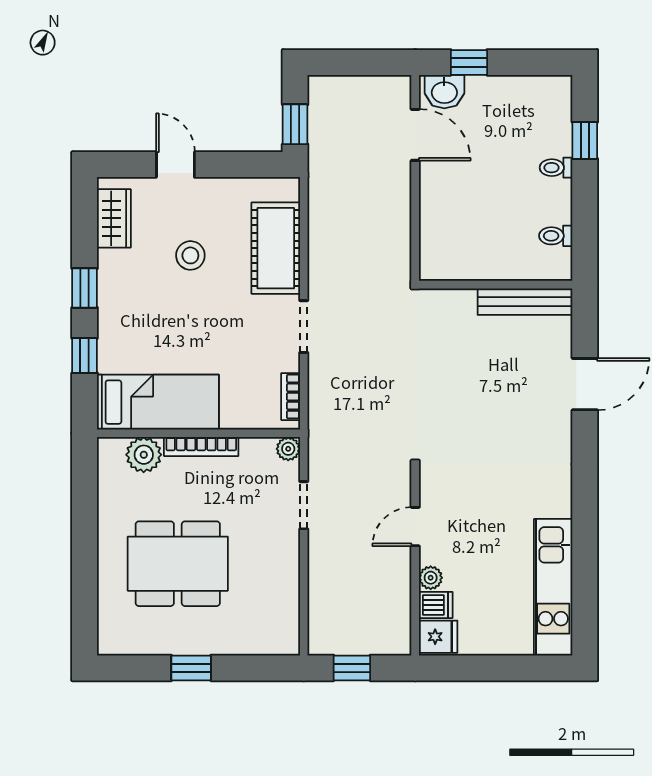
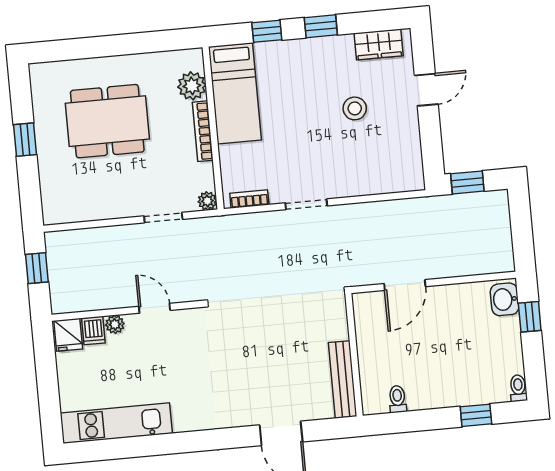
door: (415, 135) -> (405, 285), moved
toilet: (556, 168) -> (518, 388), moved
cot: (276, 248) -> (367, 176), removed
dining table: (178, 564) -> (107, 121), turned 90

